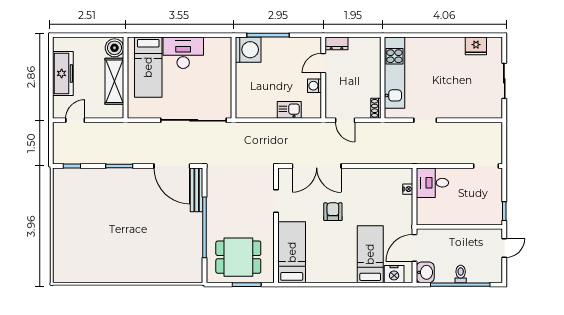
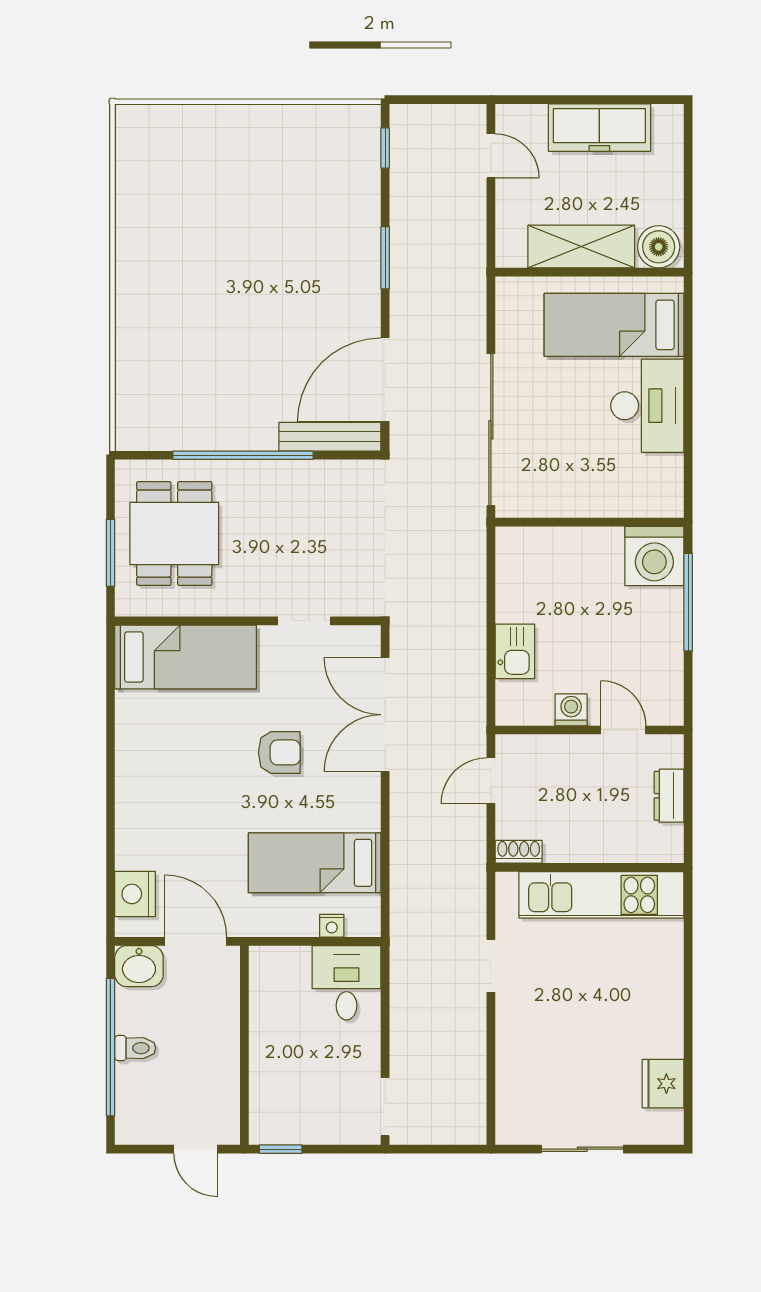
dresser: (337, 43) -> (669, 796), moved
bed: (370, 254) -> (315, 863), moved, turned 180

